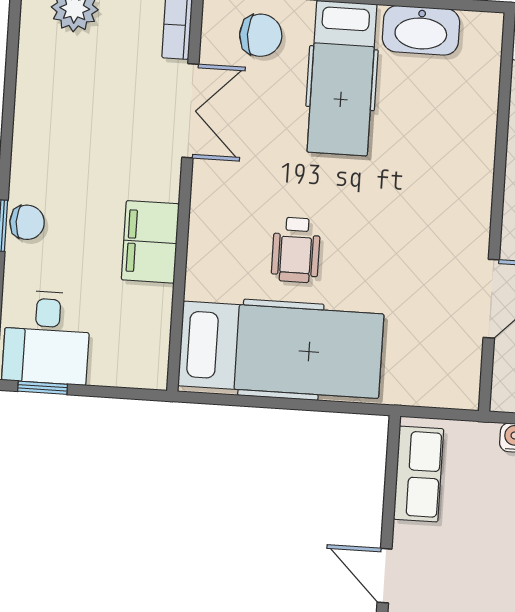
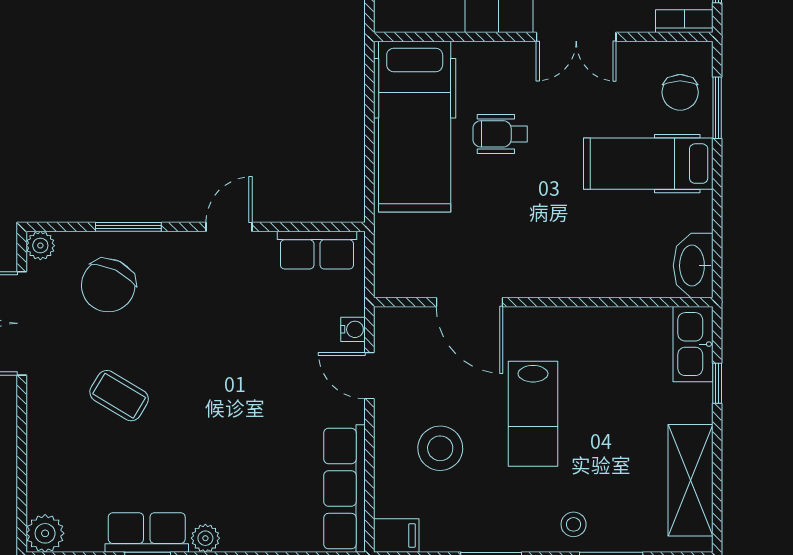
washbasin: (421, 30) -> (693, 266), moved
double door: (190, 111) -> (576, 37), moved

